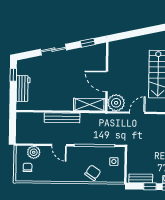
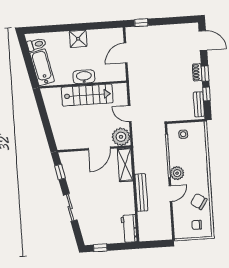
workbench: (23, 89) -> (129, 228), moved, turned -90
plant: (34, 152) -> (177, 173), moved
chair: (93, 173) -> (199, 201), moved

